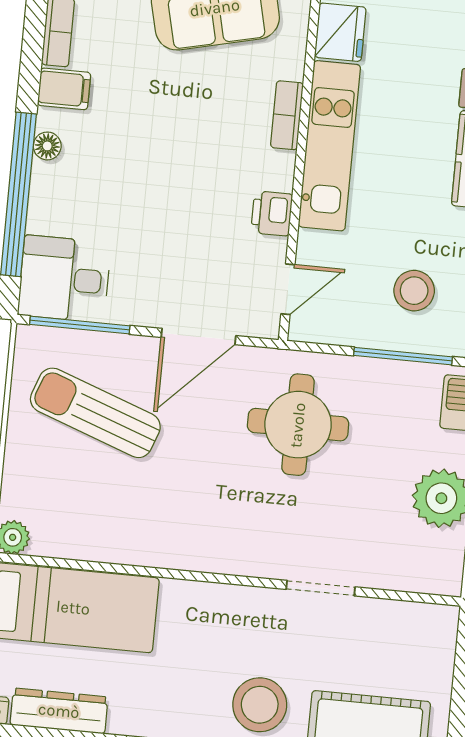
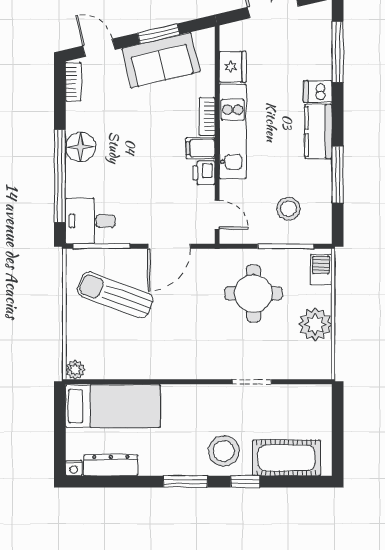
filing cabinet: (64, 89) -> (200, 148), moved, turned 180
floor lamp: (47, 146) -> (80, 147), width x1.89, depth x1.89
door: (288, 289) -> (217, 215), hinge flipped
round table: (298, 425) -> (253, 293), moved

